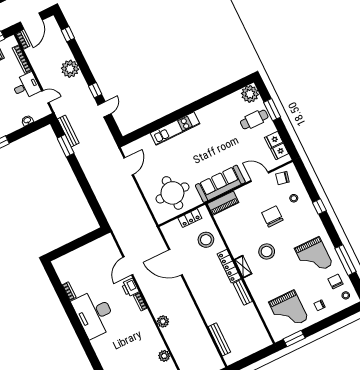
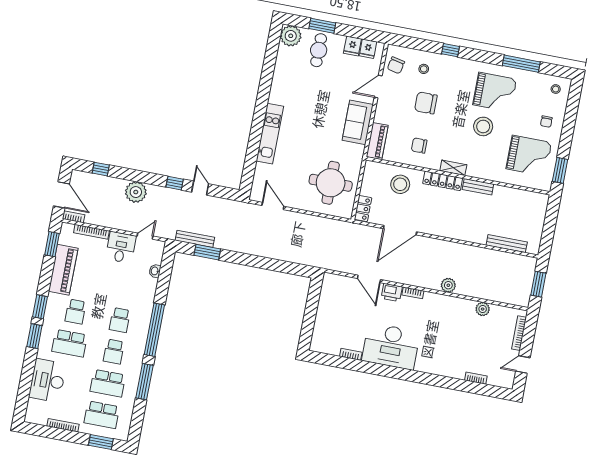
sofa: (220, 184) -> (358, 122), width x0.73
locker: (190, 218) -> (363, 209), moved
stool: (267, 252) -> (483, 126), moved
chair: (336, 281) -> (419, 146), moved

